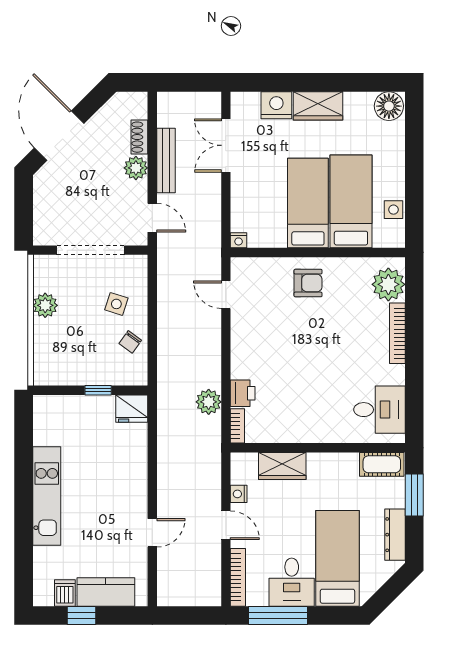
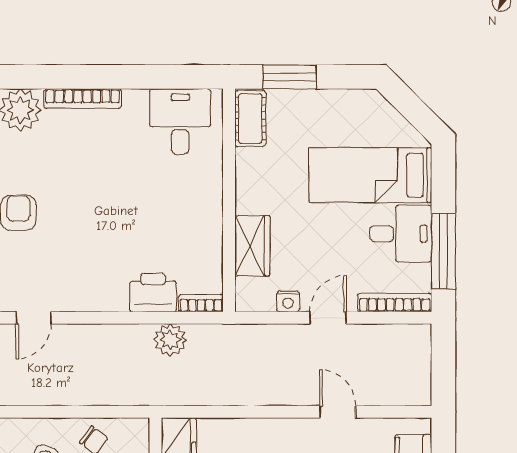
printer: (243, 393) -> (153, 293), width x1.36, depth x1.24
dresser: (395, 535) -> (340, 102), removed

